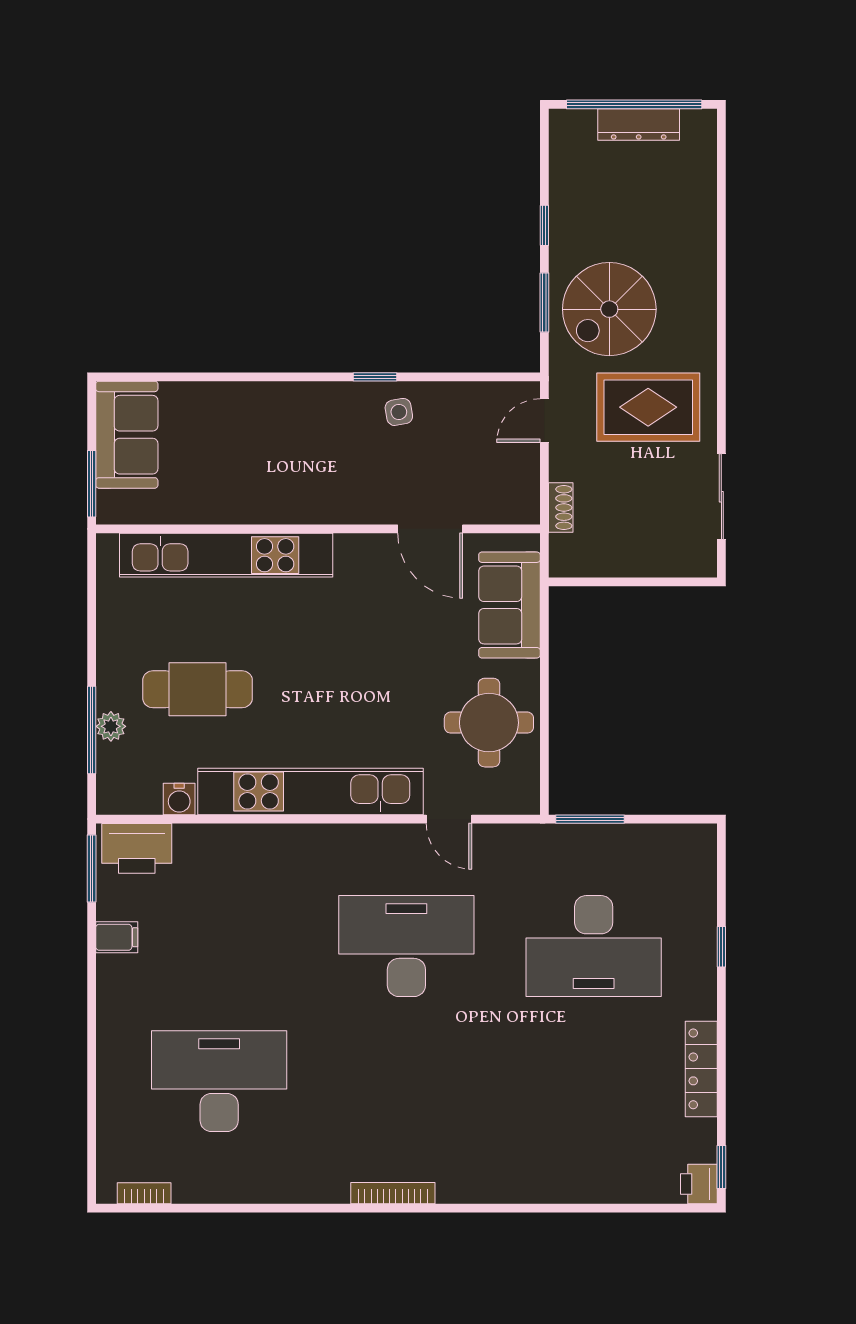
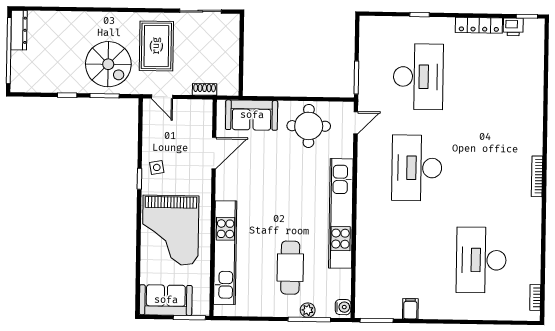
dresser: (639, 125) -> (19, 30), moved
grand piano: (271, 442) -> (170, 230), added
water cooler: (179, 799) -> (343, 307), moved
door: (449, 819) -> (356, 123), moved
printer: (137, 848) -> (367, 298), removed
printer: (699, 1184) -> (513, 27), moved

